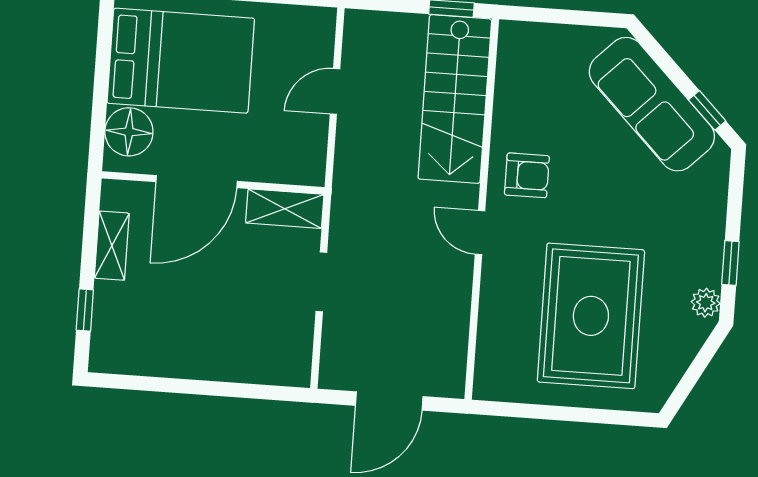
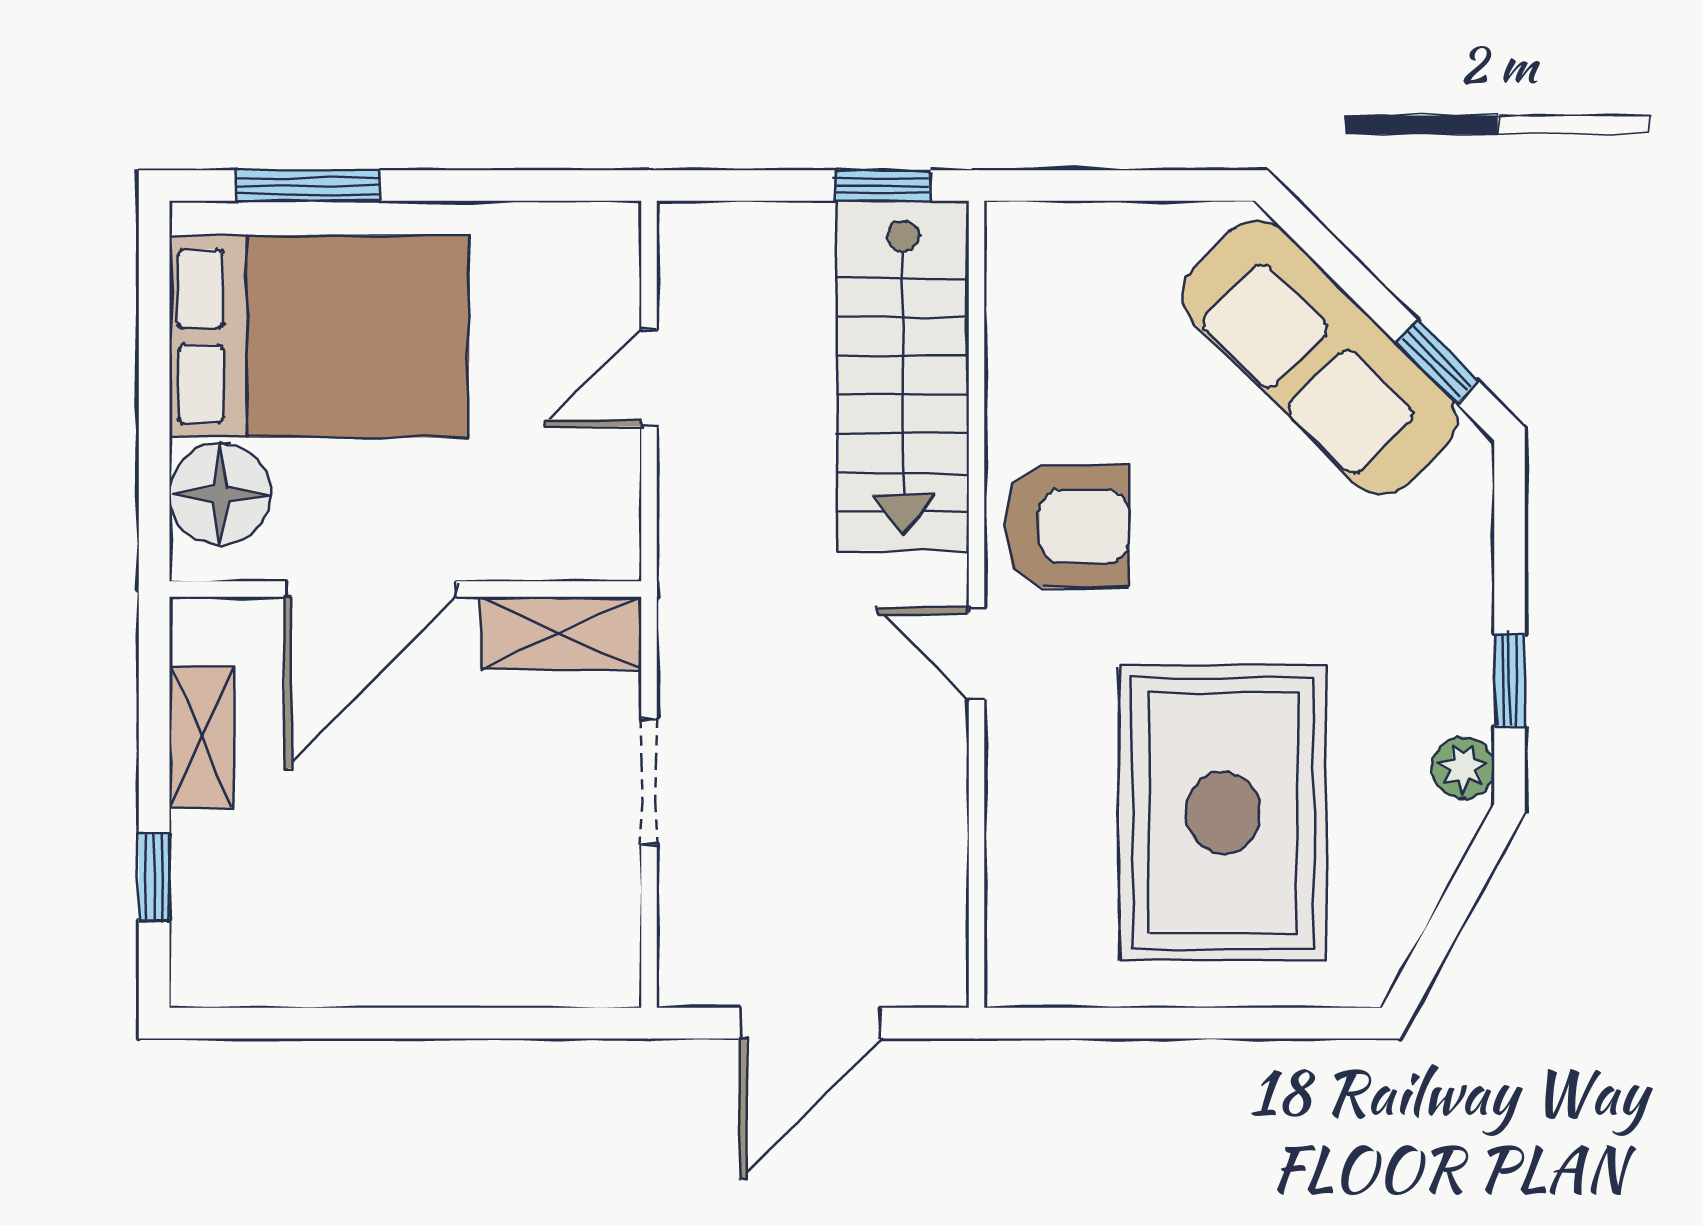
armchair: (527, 175) -> (1067, 526), width x1.38, depth x1.38

